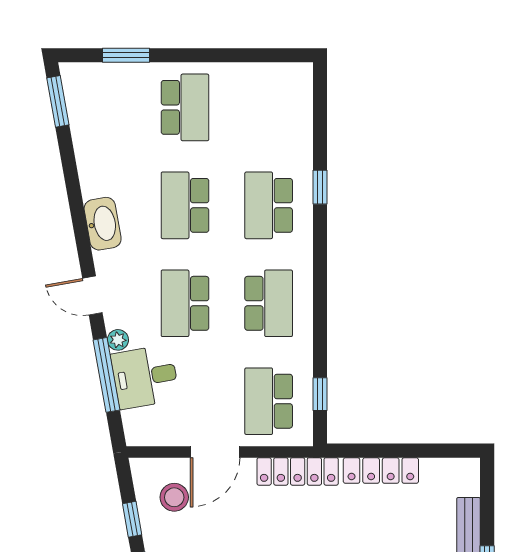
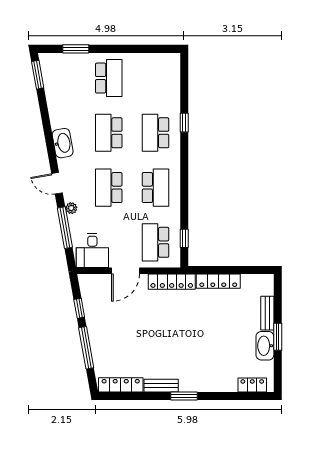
desk: (145, 377) -> (92, 250), moved, turned -80
stool: (174, 497) -> (103, 296), removed

